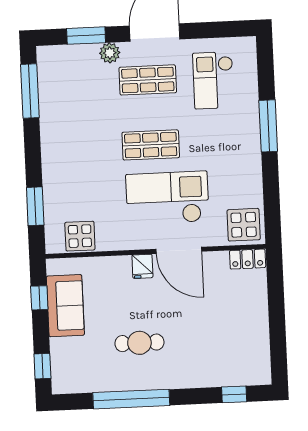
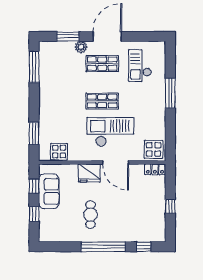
fridge: (142, 266) -> (89, 173), width x1.88, depth x1.34
window: (277, 322) -> (170, 206), added
cafe table: (139, 343) -> (91, 215), turned 90
window: (42, 366) -> (34, 214), moved
window: (131, 399) -> (103, 247), moved

